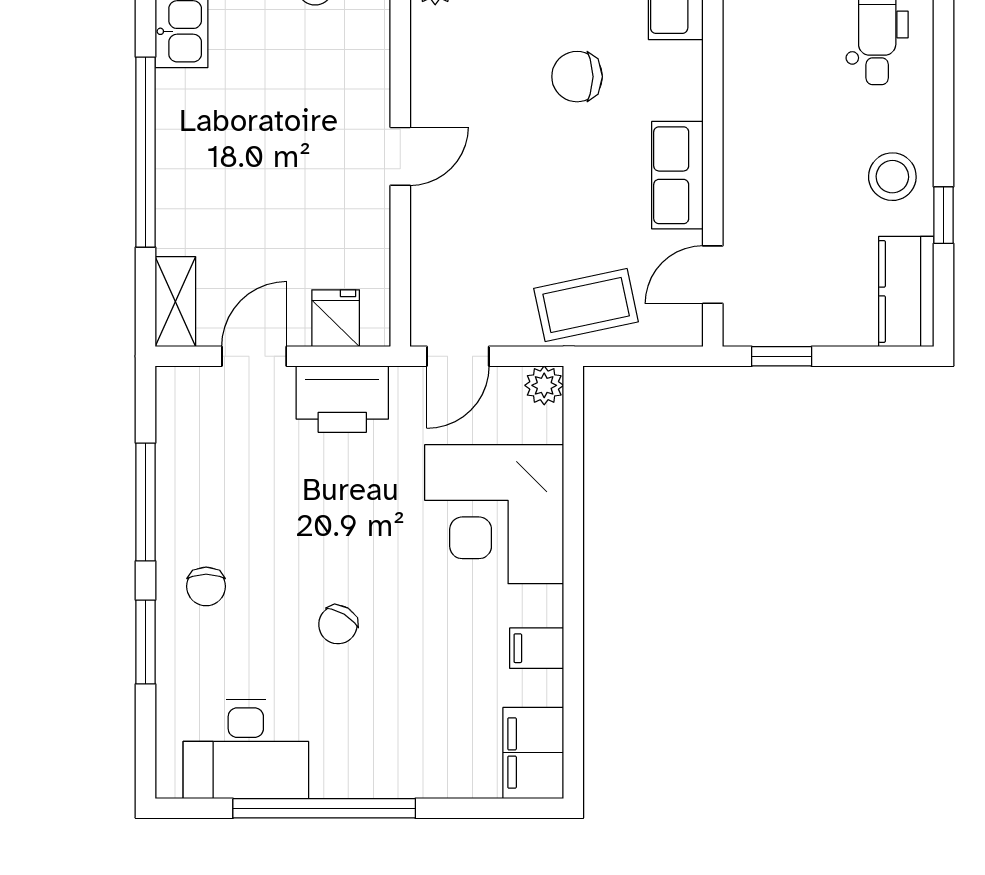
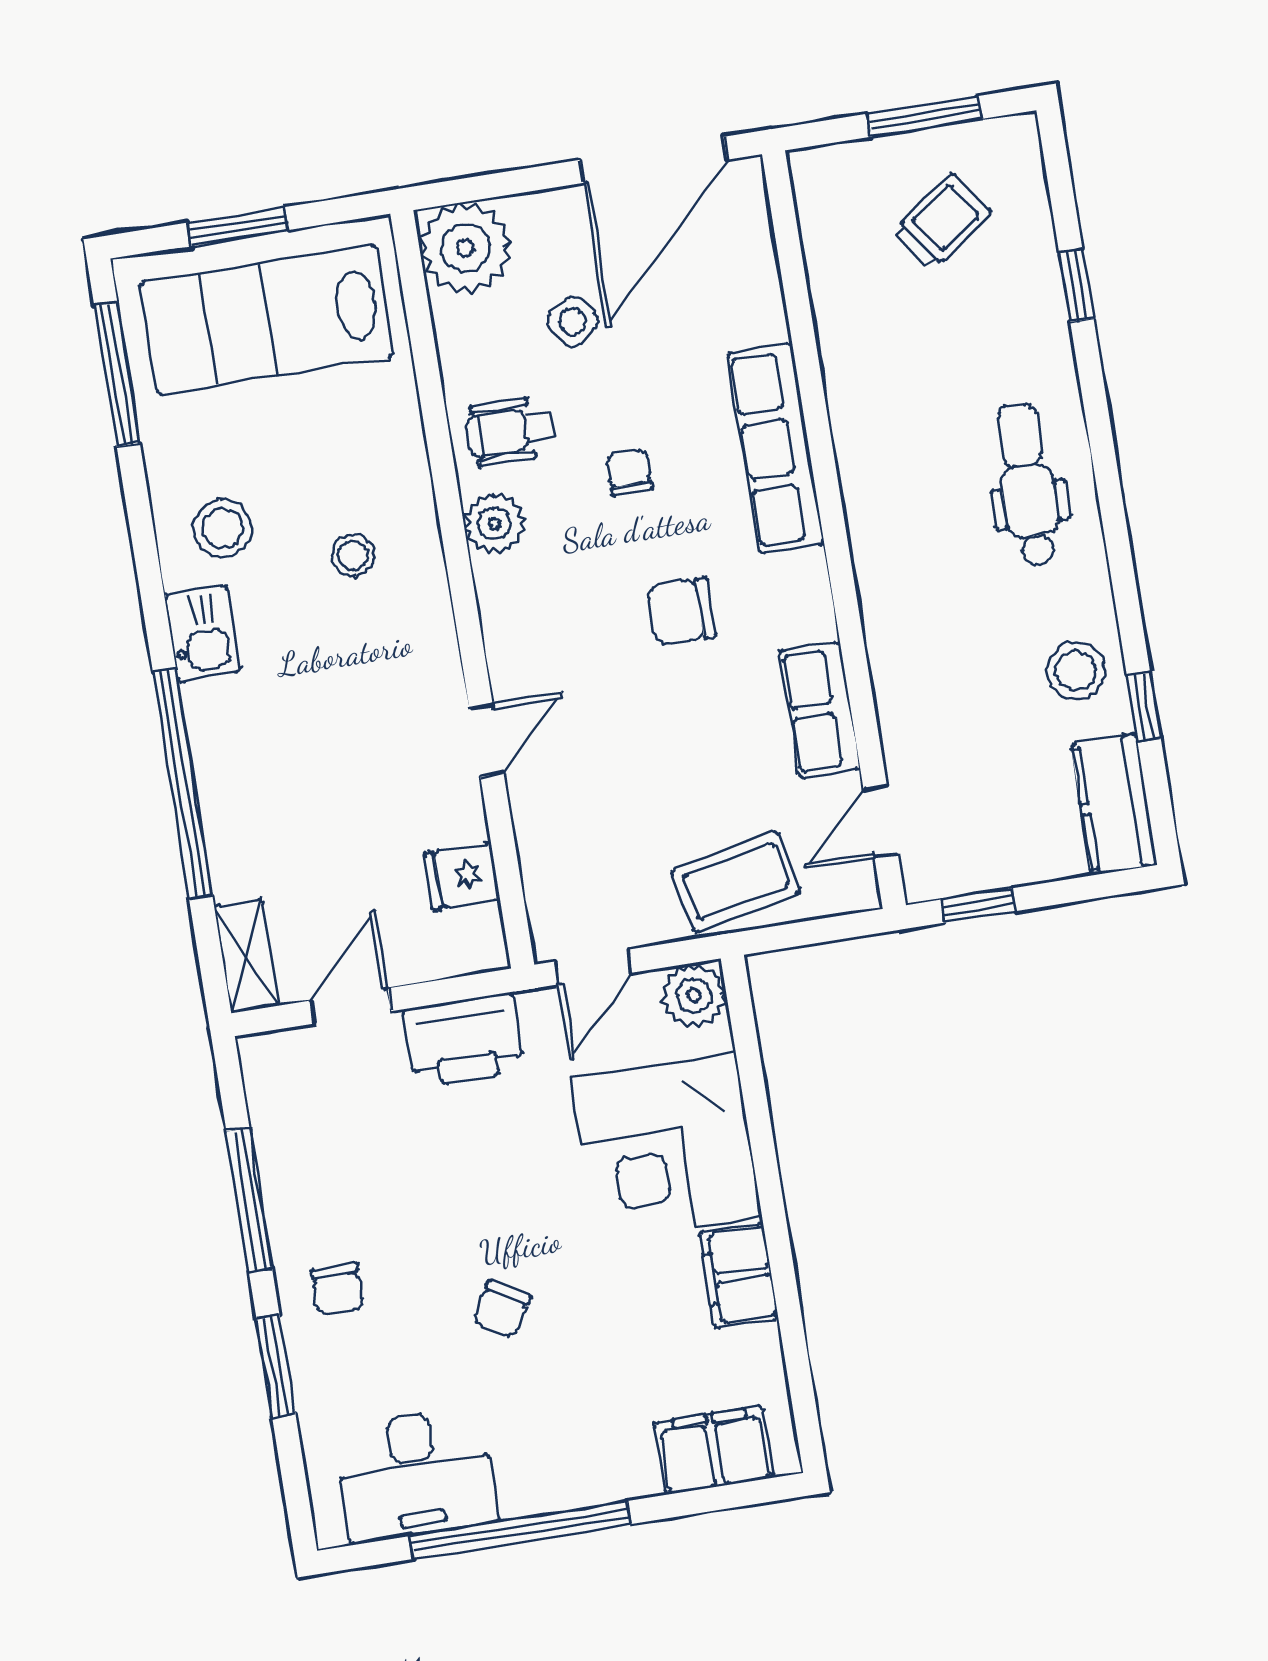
fridge: (336, 318) -> (462, 876), moved, turned -90
plant: (544, 385) -> (694, 995), width x1.38, depth x1.38
filing cabinet: (537, 648) -> (739, 1275), width x2.00
filing cabinet: (533, 753) -> (714, 1450), moved, turned 90

